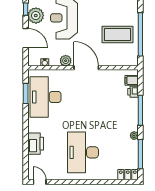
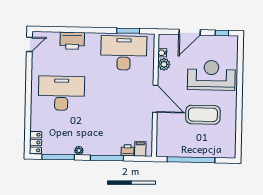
plant: (36, 16) -> (215, 44), removed
coffee table: (117, 34) -> (203, 115), moved, turned 90
plant: (66, 61) -> (164, 64), moved
door: (86, 68) -> (155, 99), hinge flipped

